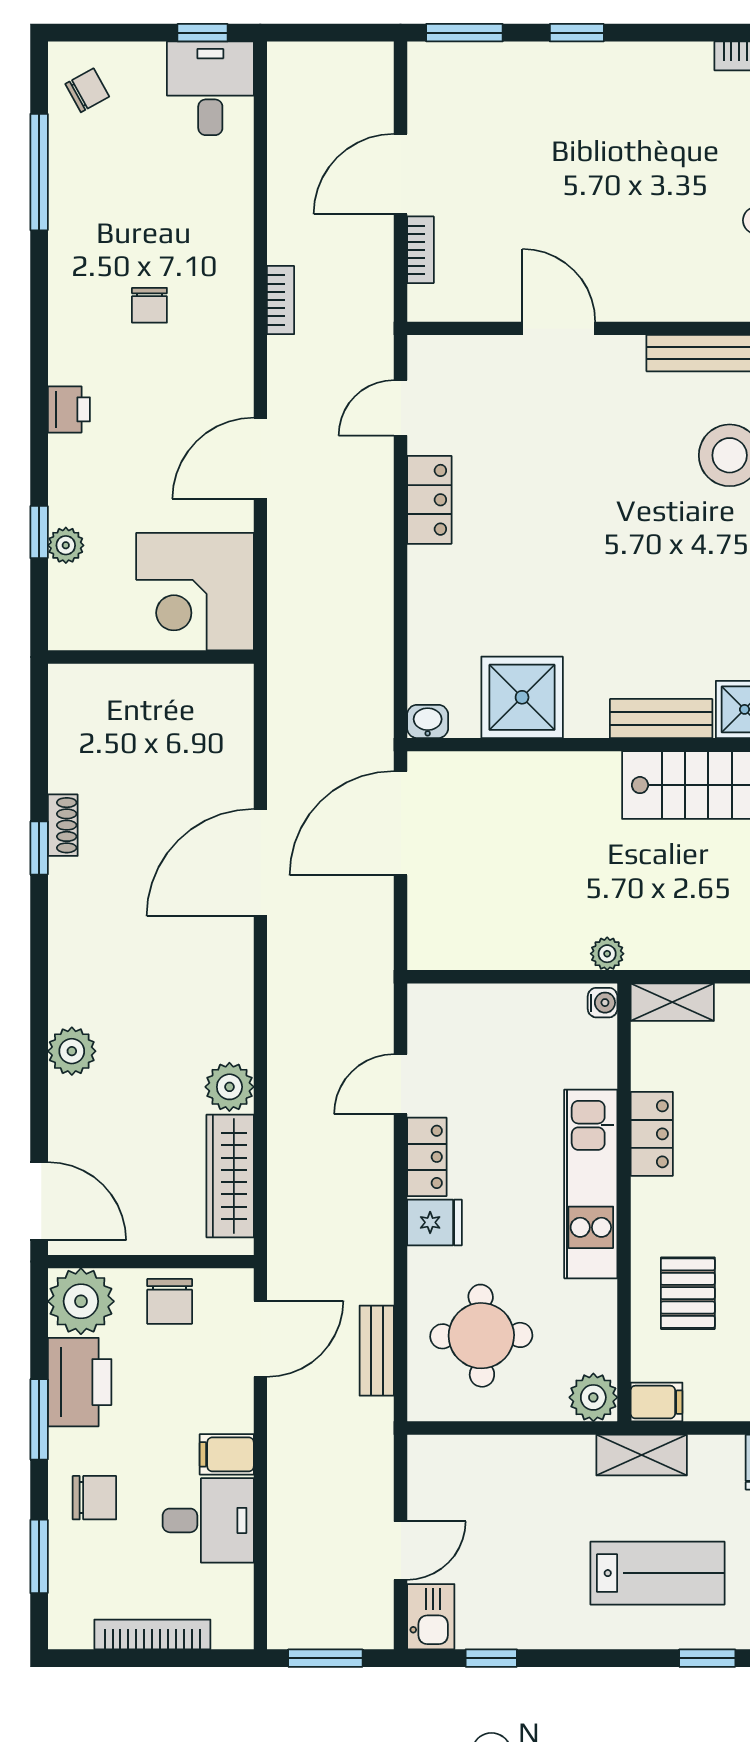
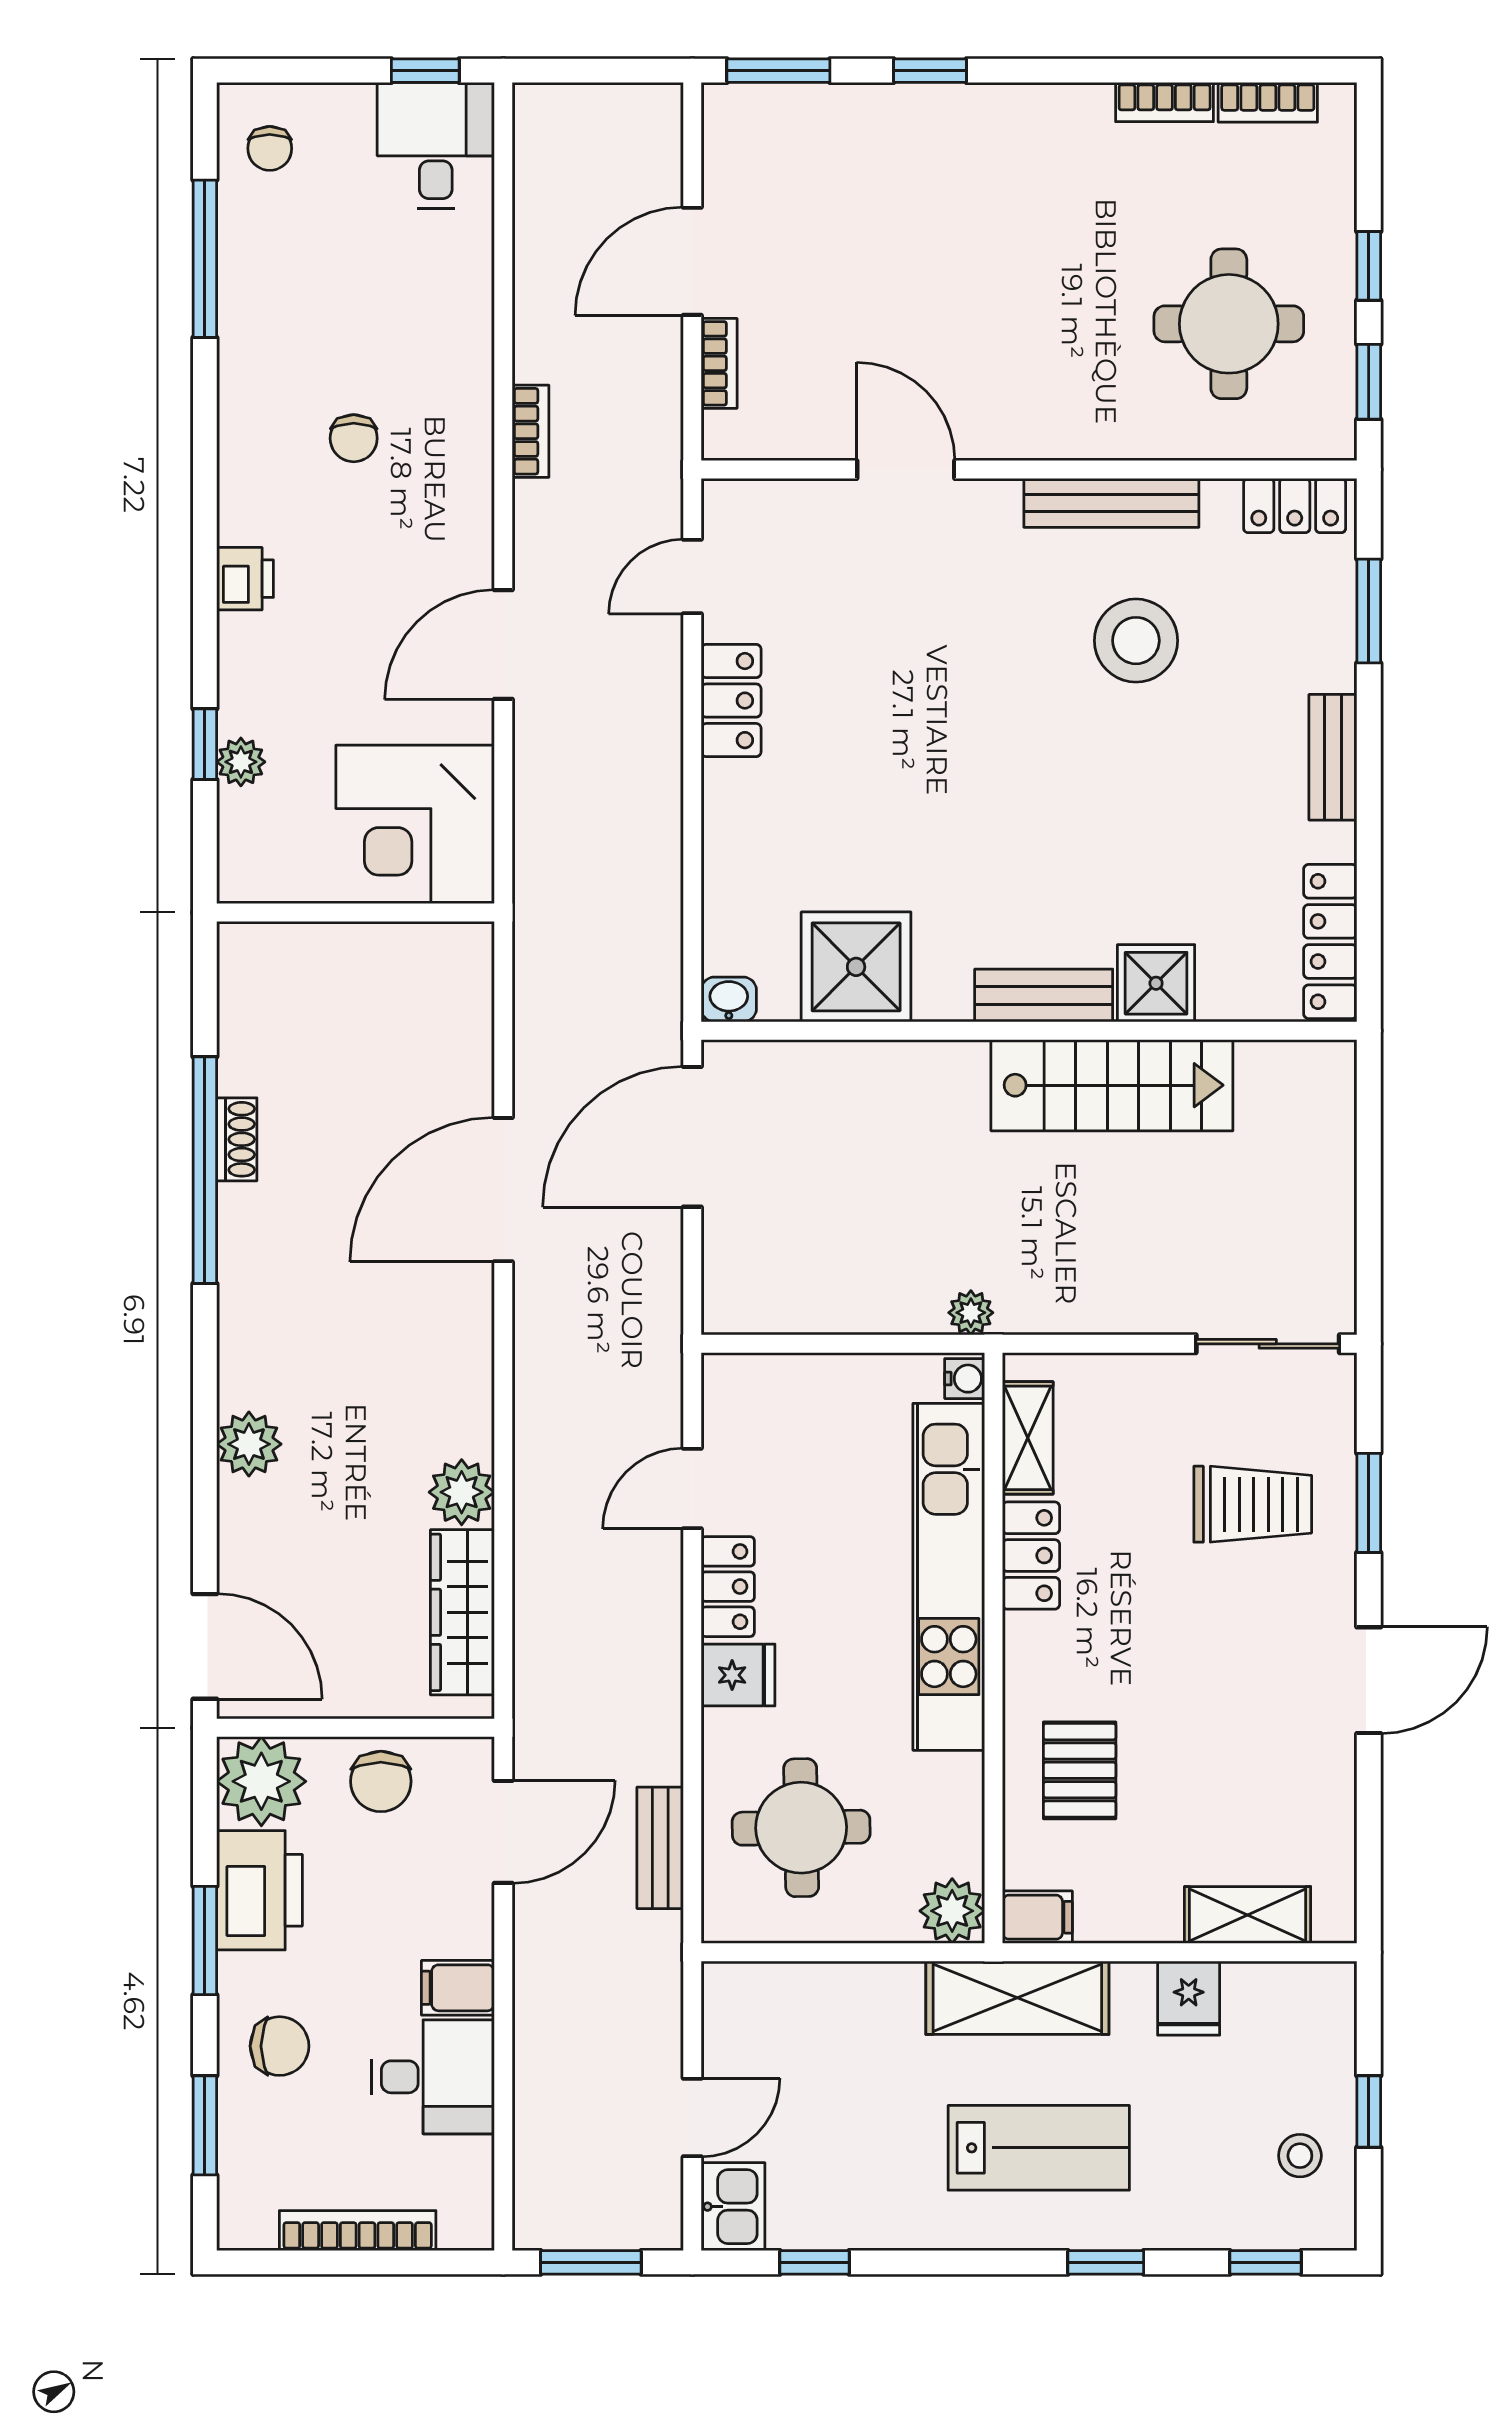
chair: (87, 90) -> (270, 148), turned 119
window: (39, 848) -> (205, 1170), width x3.17
shelving: (672, 1002) -> (1028, 1438), moved, turned 90
kitchen unit: (591, 1184) -> (949, 1577), width x1.36
shelving: (642, 1455) -> (1017, 1998), width x1.50, depth x1.33

